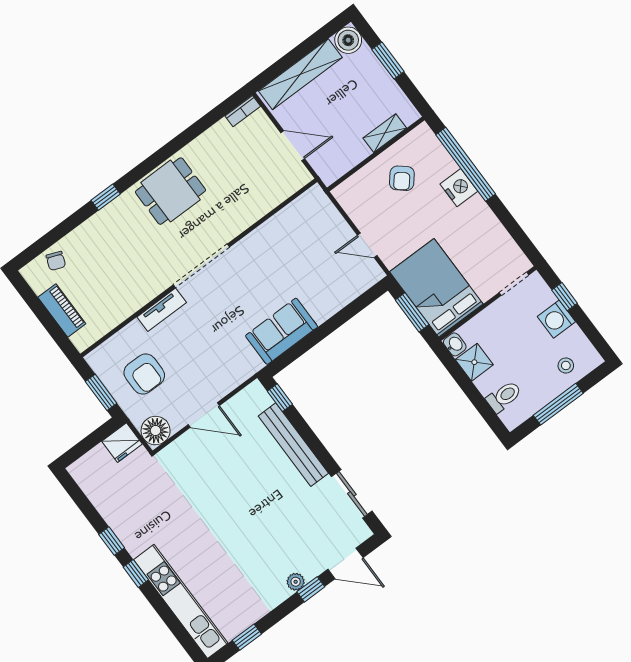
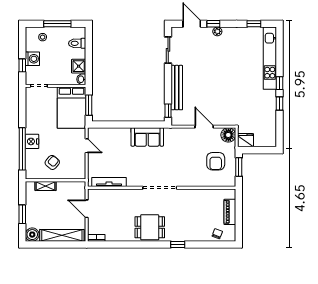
tv unit: (162, 310) -> (109, 182), moved, width x1.41
armchair: (144, 374) -> (216, 161), turned 180

